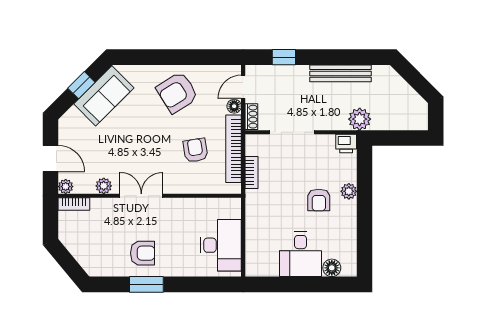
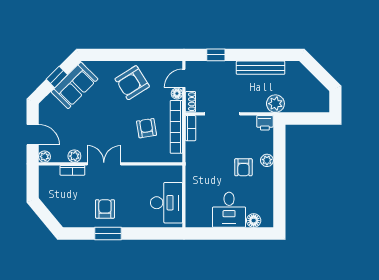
bookcase: (251, 172) -> (191, 128), moved
bookcase: (74, 204) -> (72, 170), moved
armchair: (143, 253) -> (105, 209), turned -90

